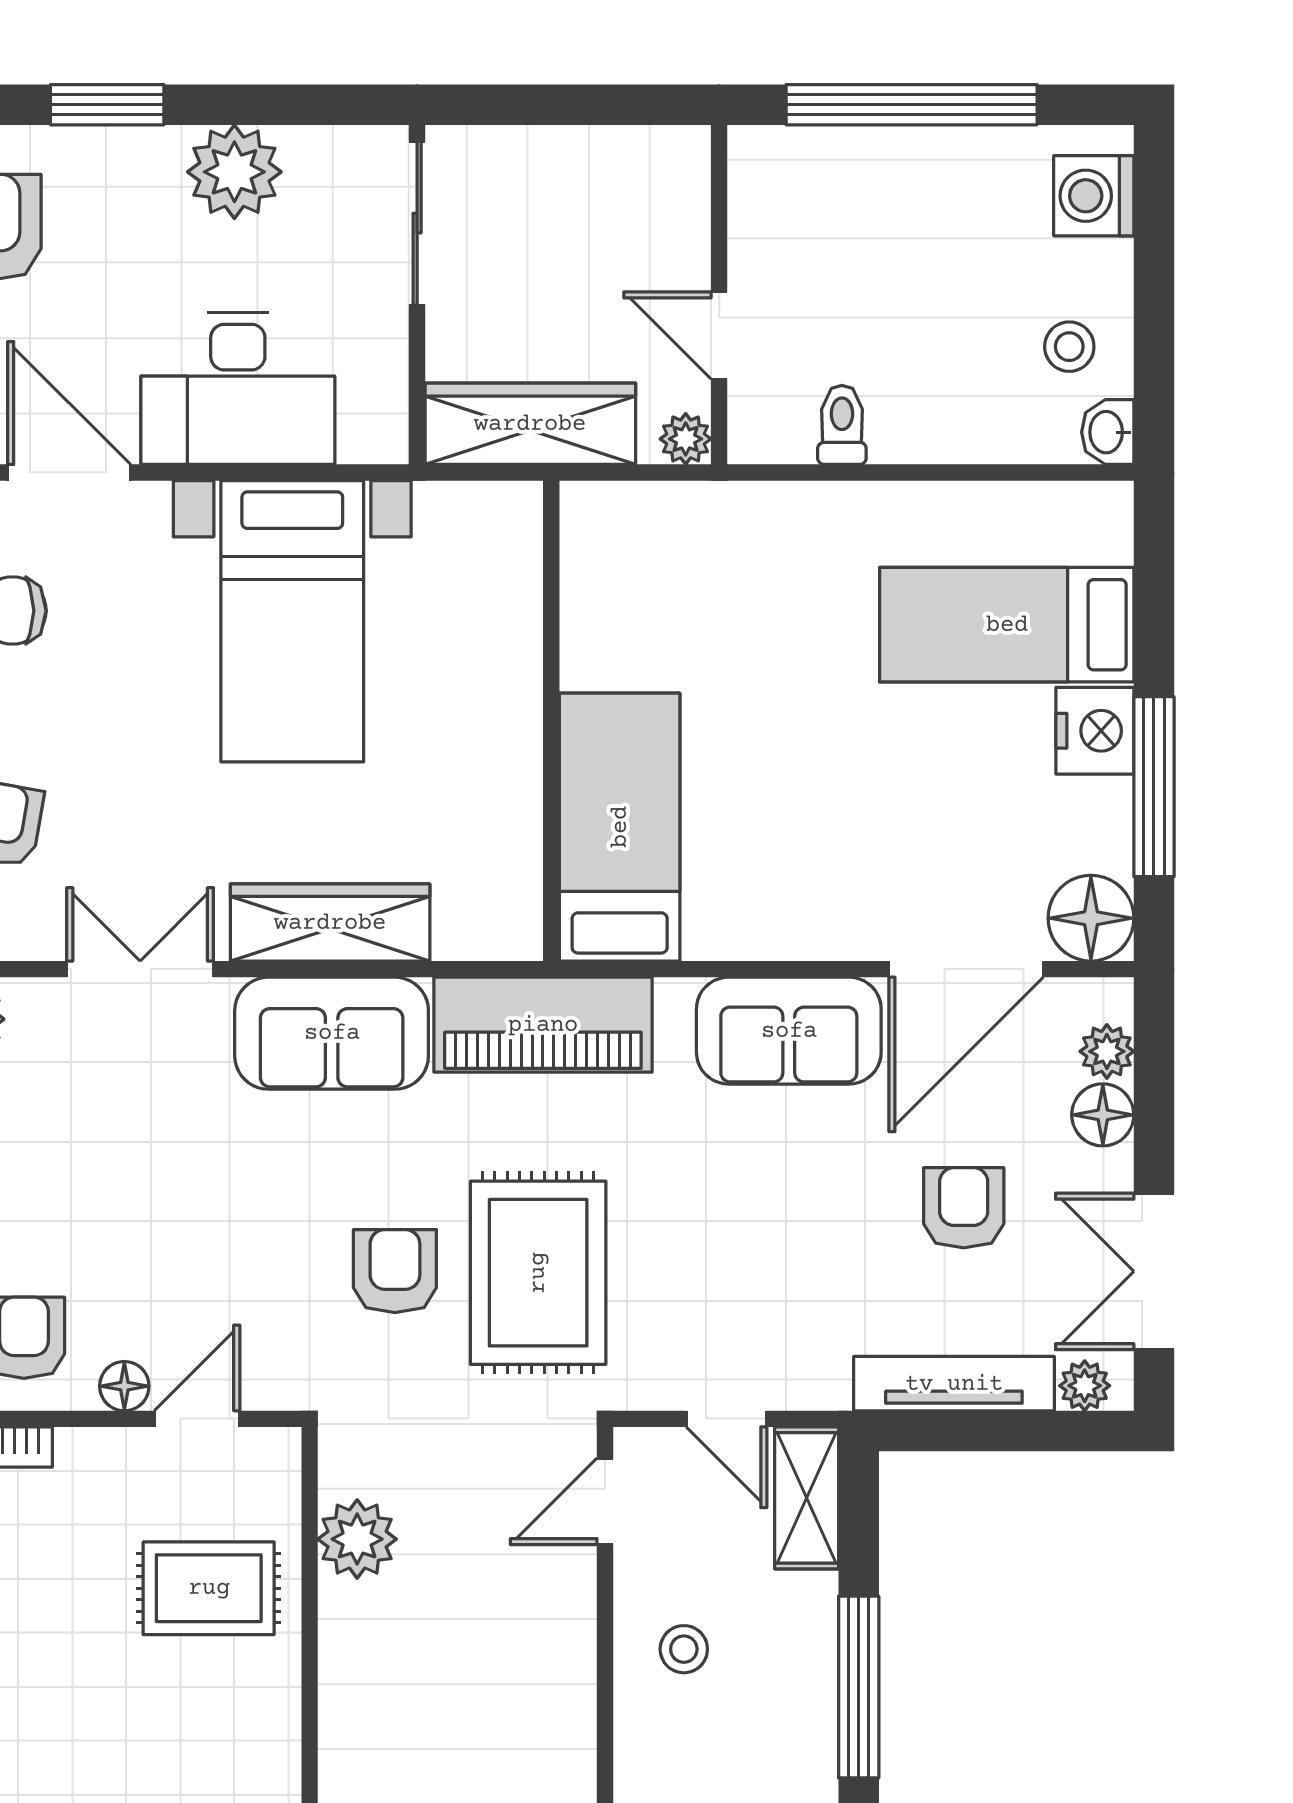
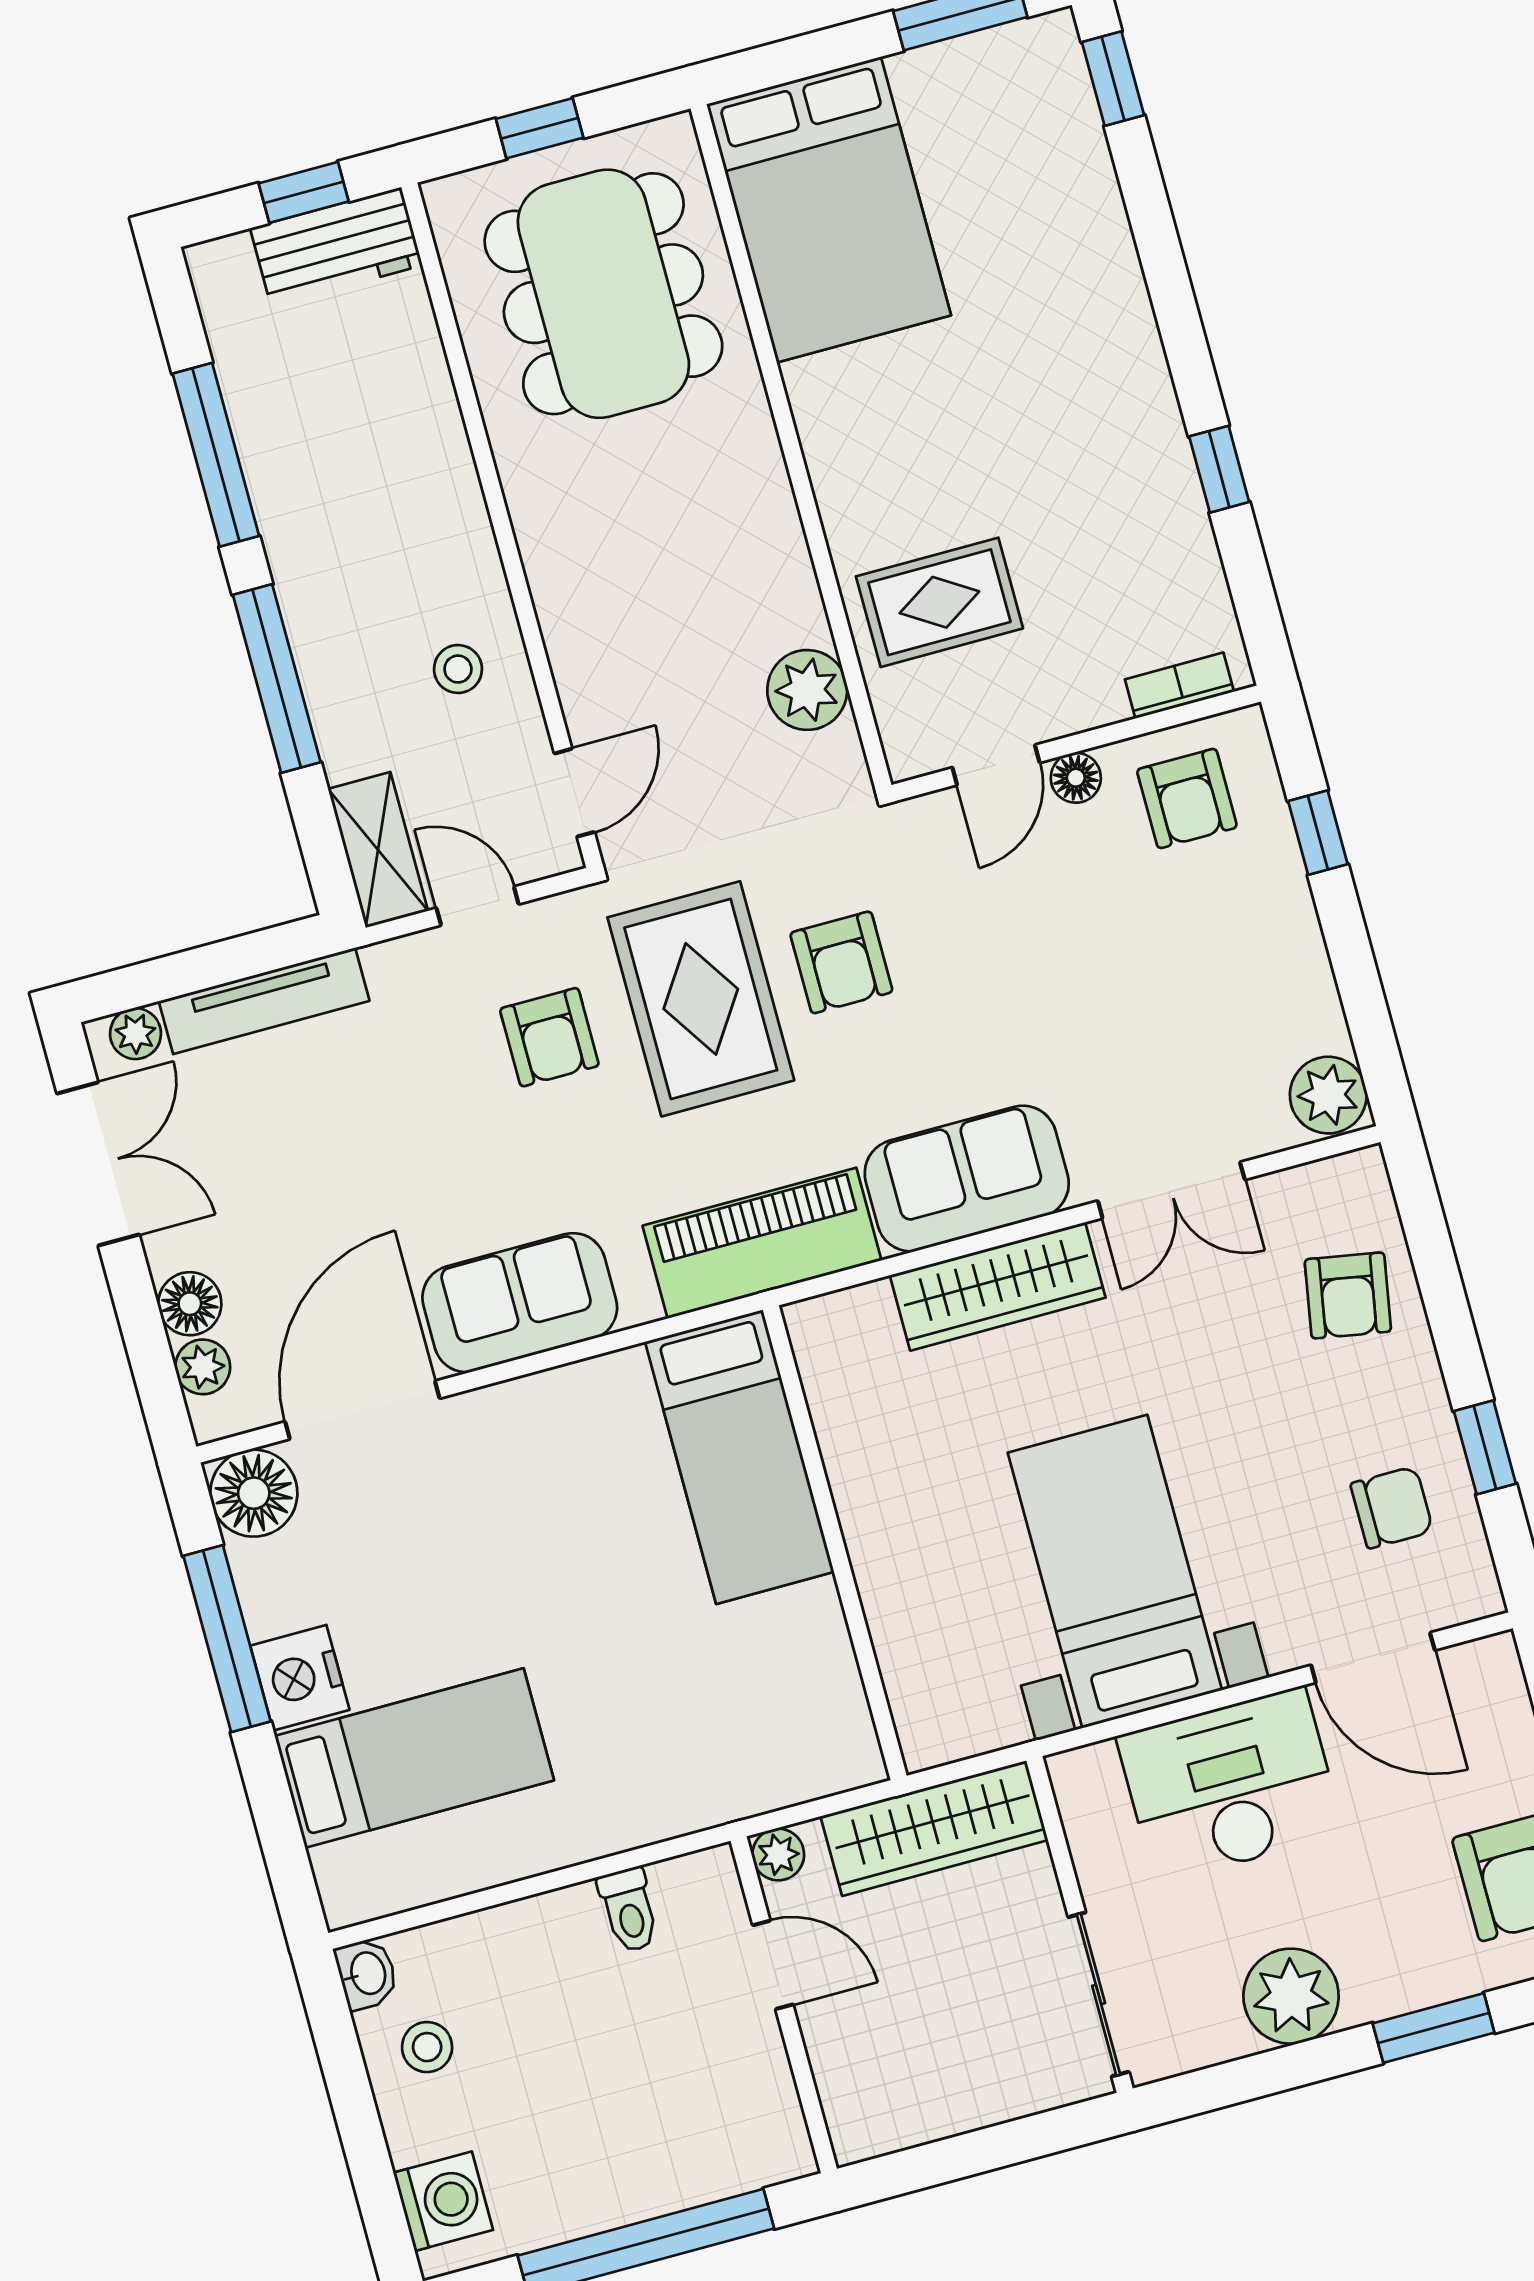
armchair: (964, 1208) -> (549, 1037), moved

